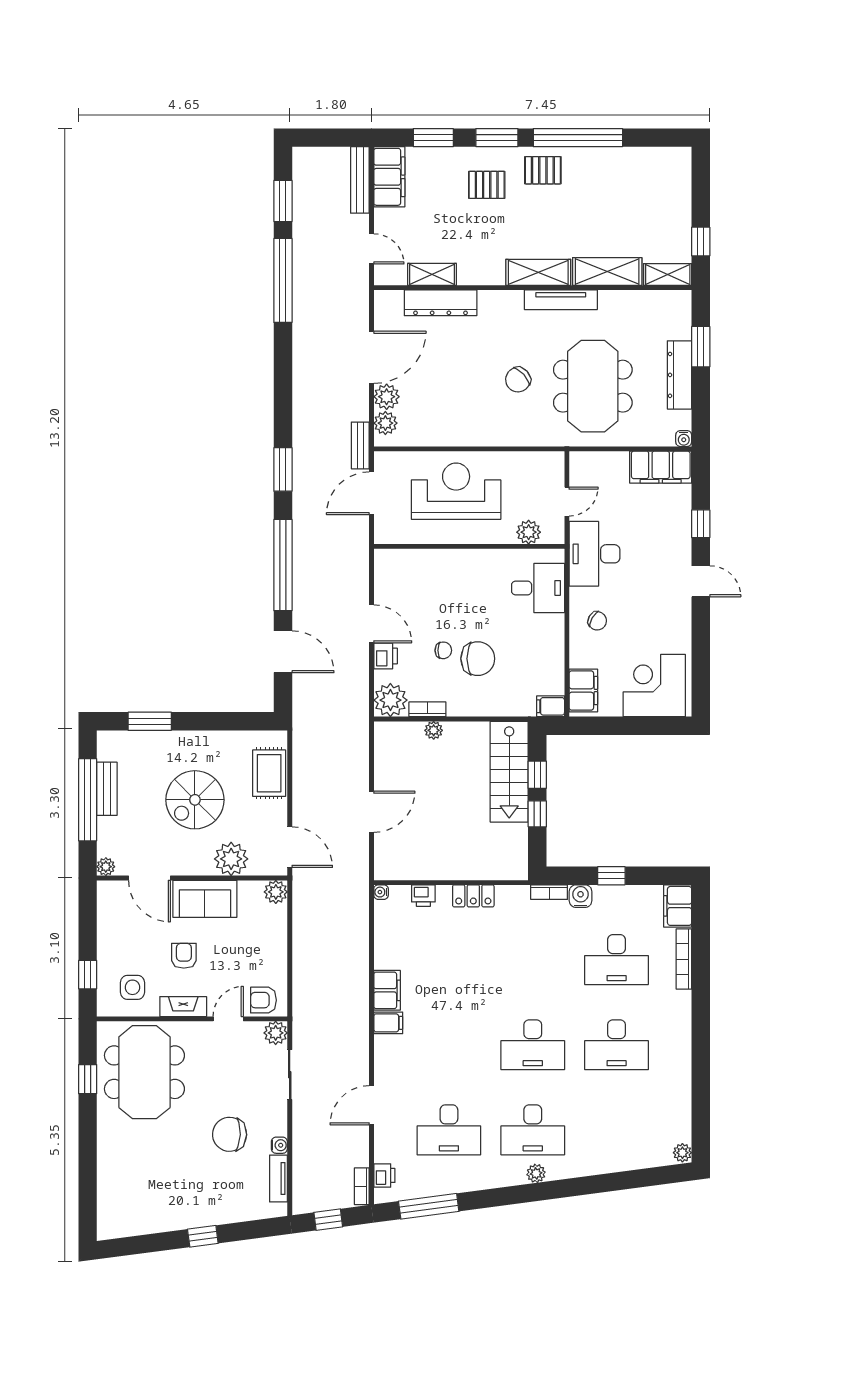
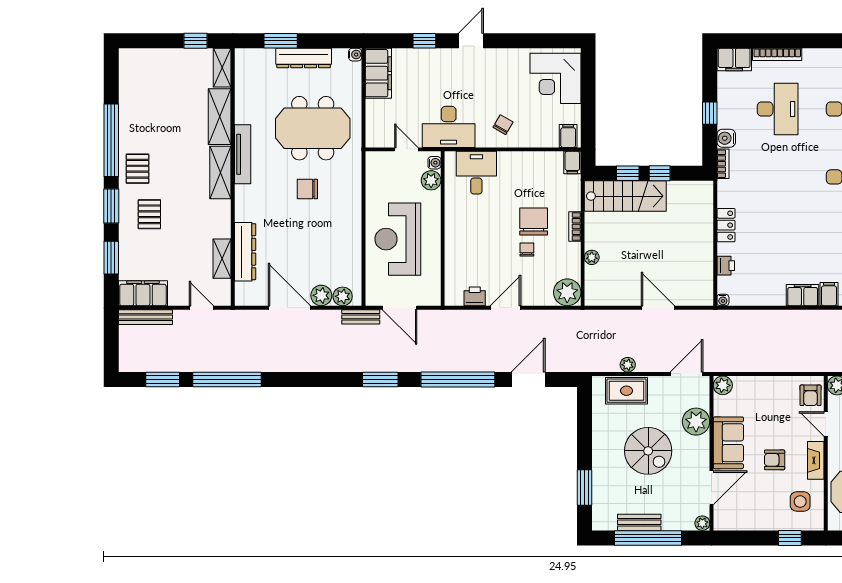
door: (371, 249) -> (201, 308), hinge flipped
chair: (518, 380) -> (307, 189), turned 132
water cooler: (550, 536) -> (434, 163), added
printer: (386, 656) -> (475, 296), moved
filing cabinet: (583, 690) -> (568, 136), width x0.50
bookcase: (427, 709) -> (575, 226), moved
plant: (301, 775) -> (628, 365), added

